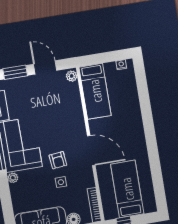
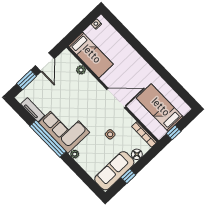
door: (45, 67) -> (45, 62), swing flipped
plant: (72, 76) -> (81, 70), moved
armchair: (58, 160) -> (98, 120), removed

